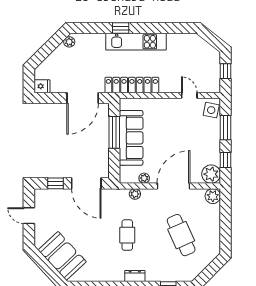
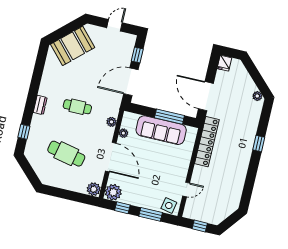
kitchen unit: (136, 42) -> (244, 154), removed
cafe table: (181, 235) -> (66, 154), turned 36

